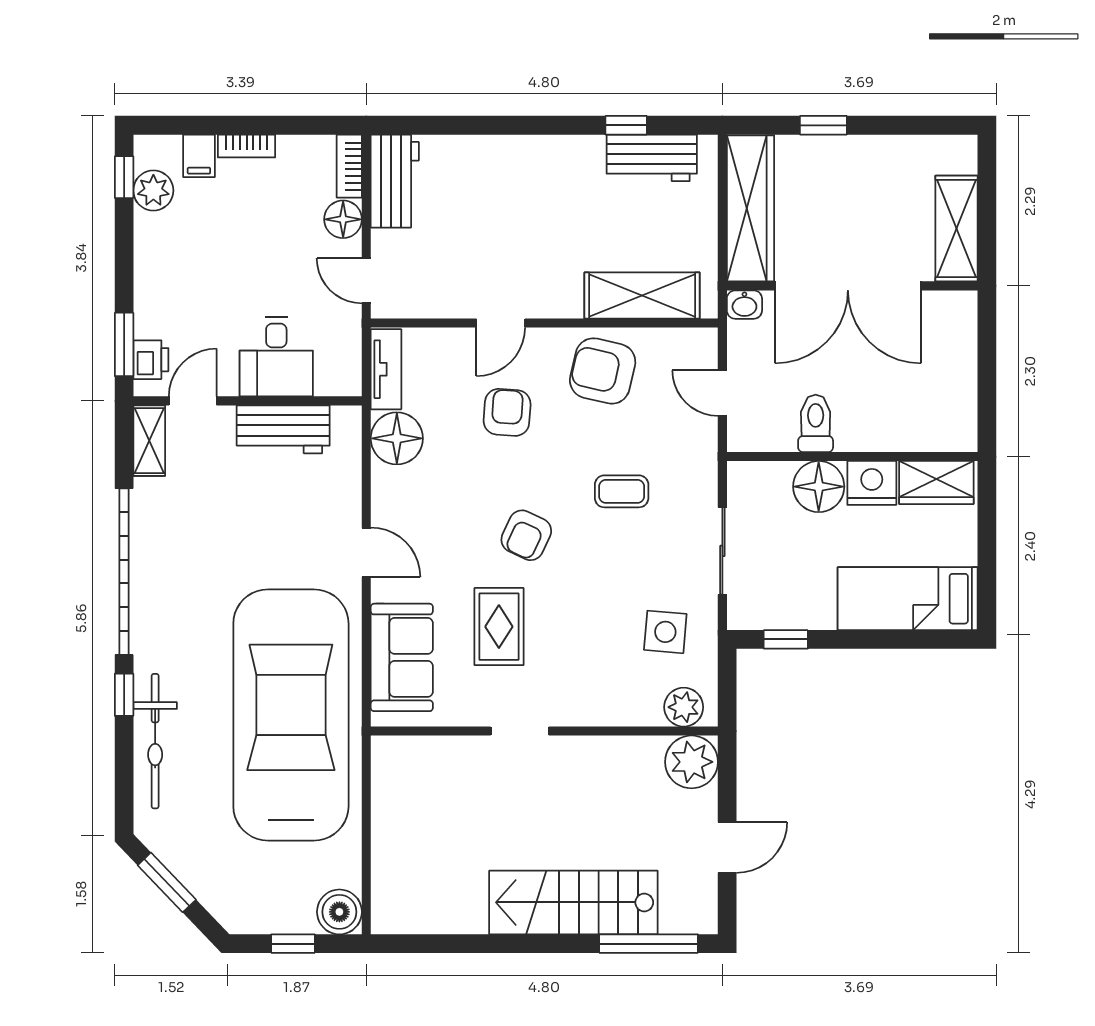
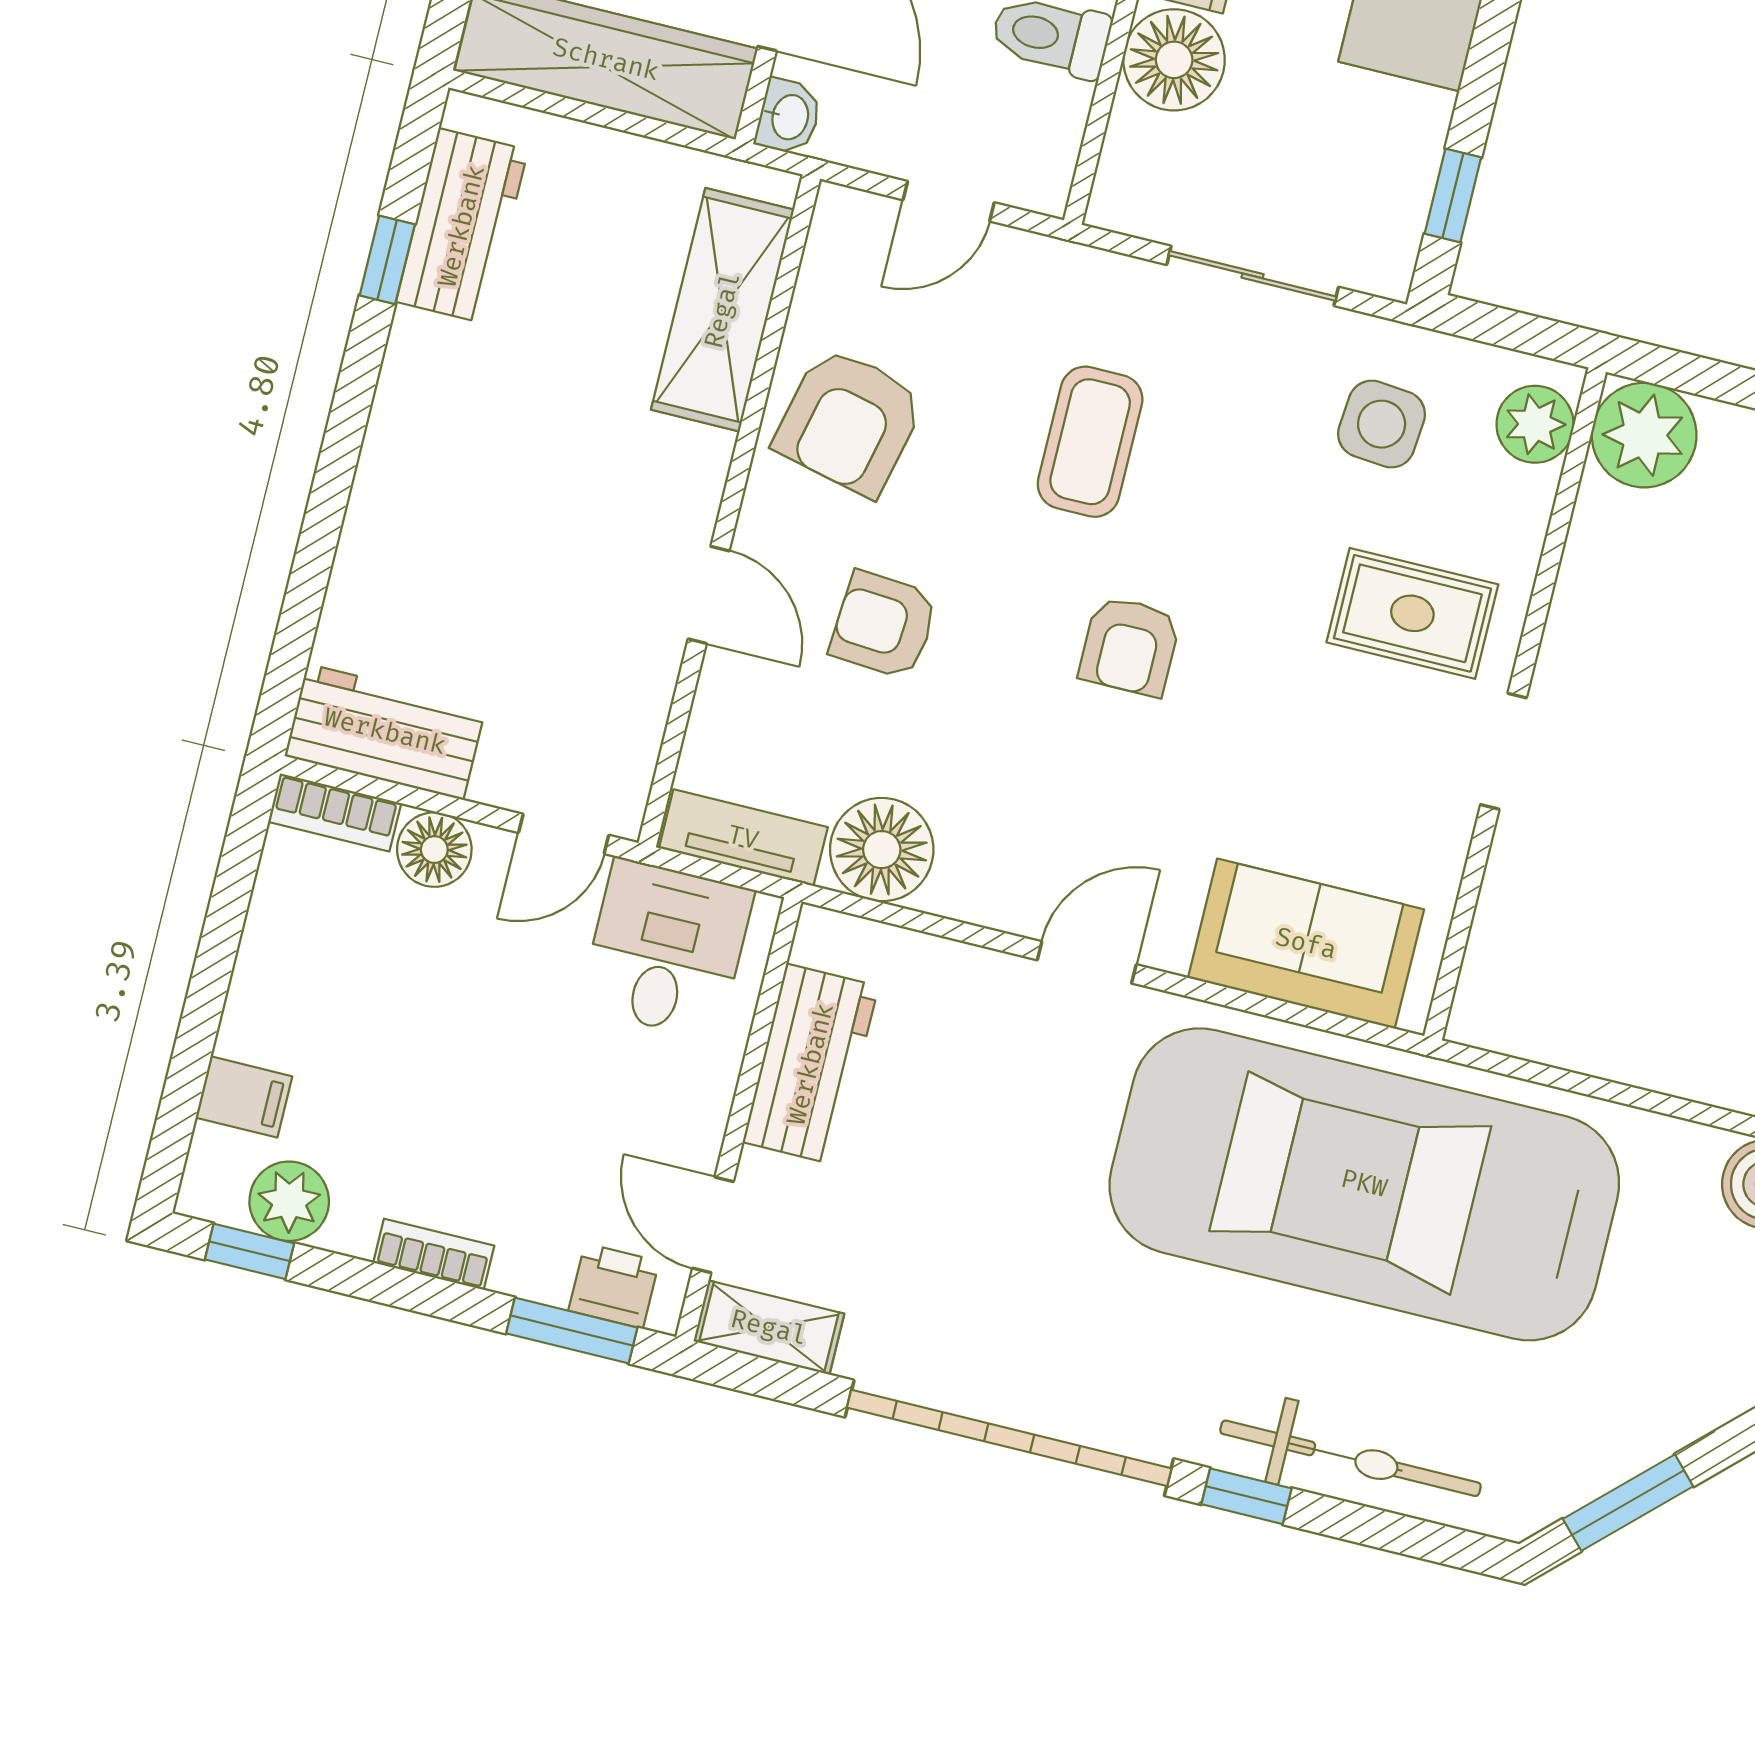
bookcase: (247, 146) -> (434, 1254), moved, turned -90
desk: (276, 357) -> (666, 949), moved, turned -90
coffee table: (622, 491) -> (1090, 442), width x1.36, depth x1.30
armchair: (526, 535) -> (1130, 646), turned 65
rug: (499, 627) -> (1412, 613), moved

